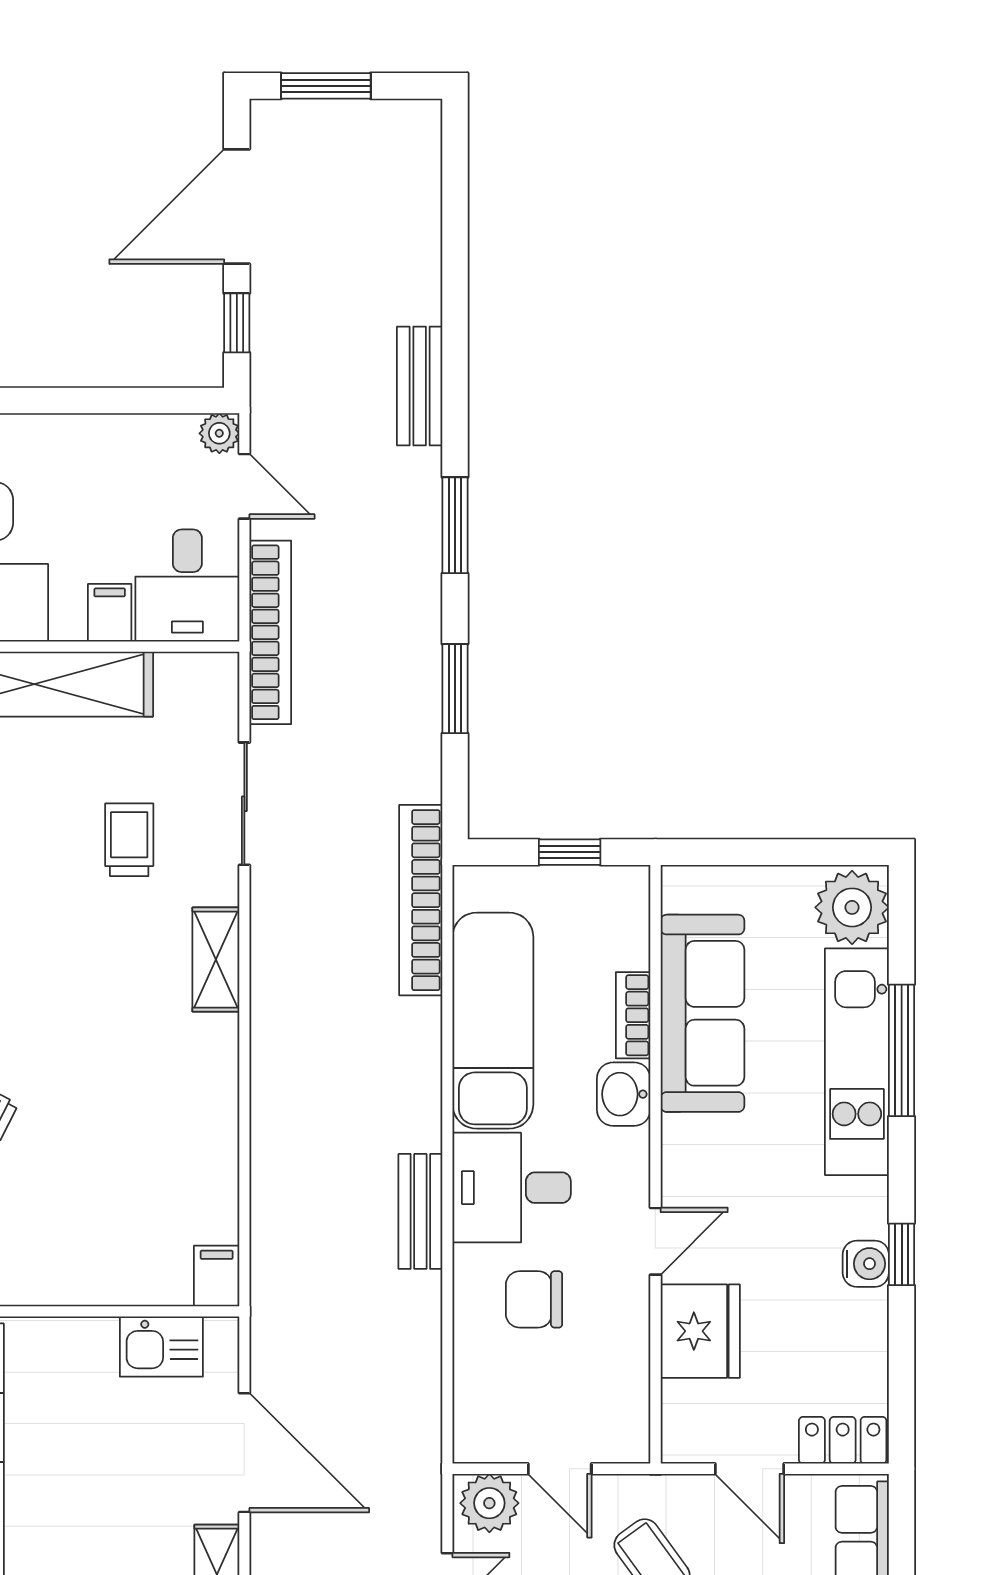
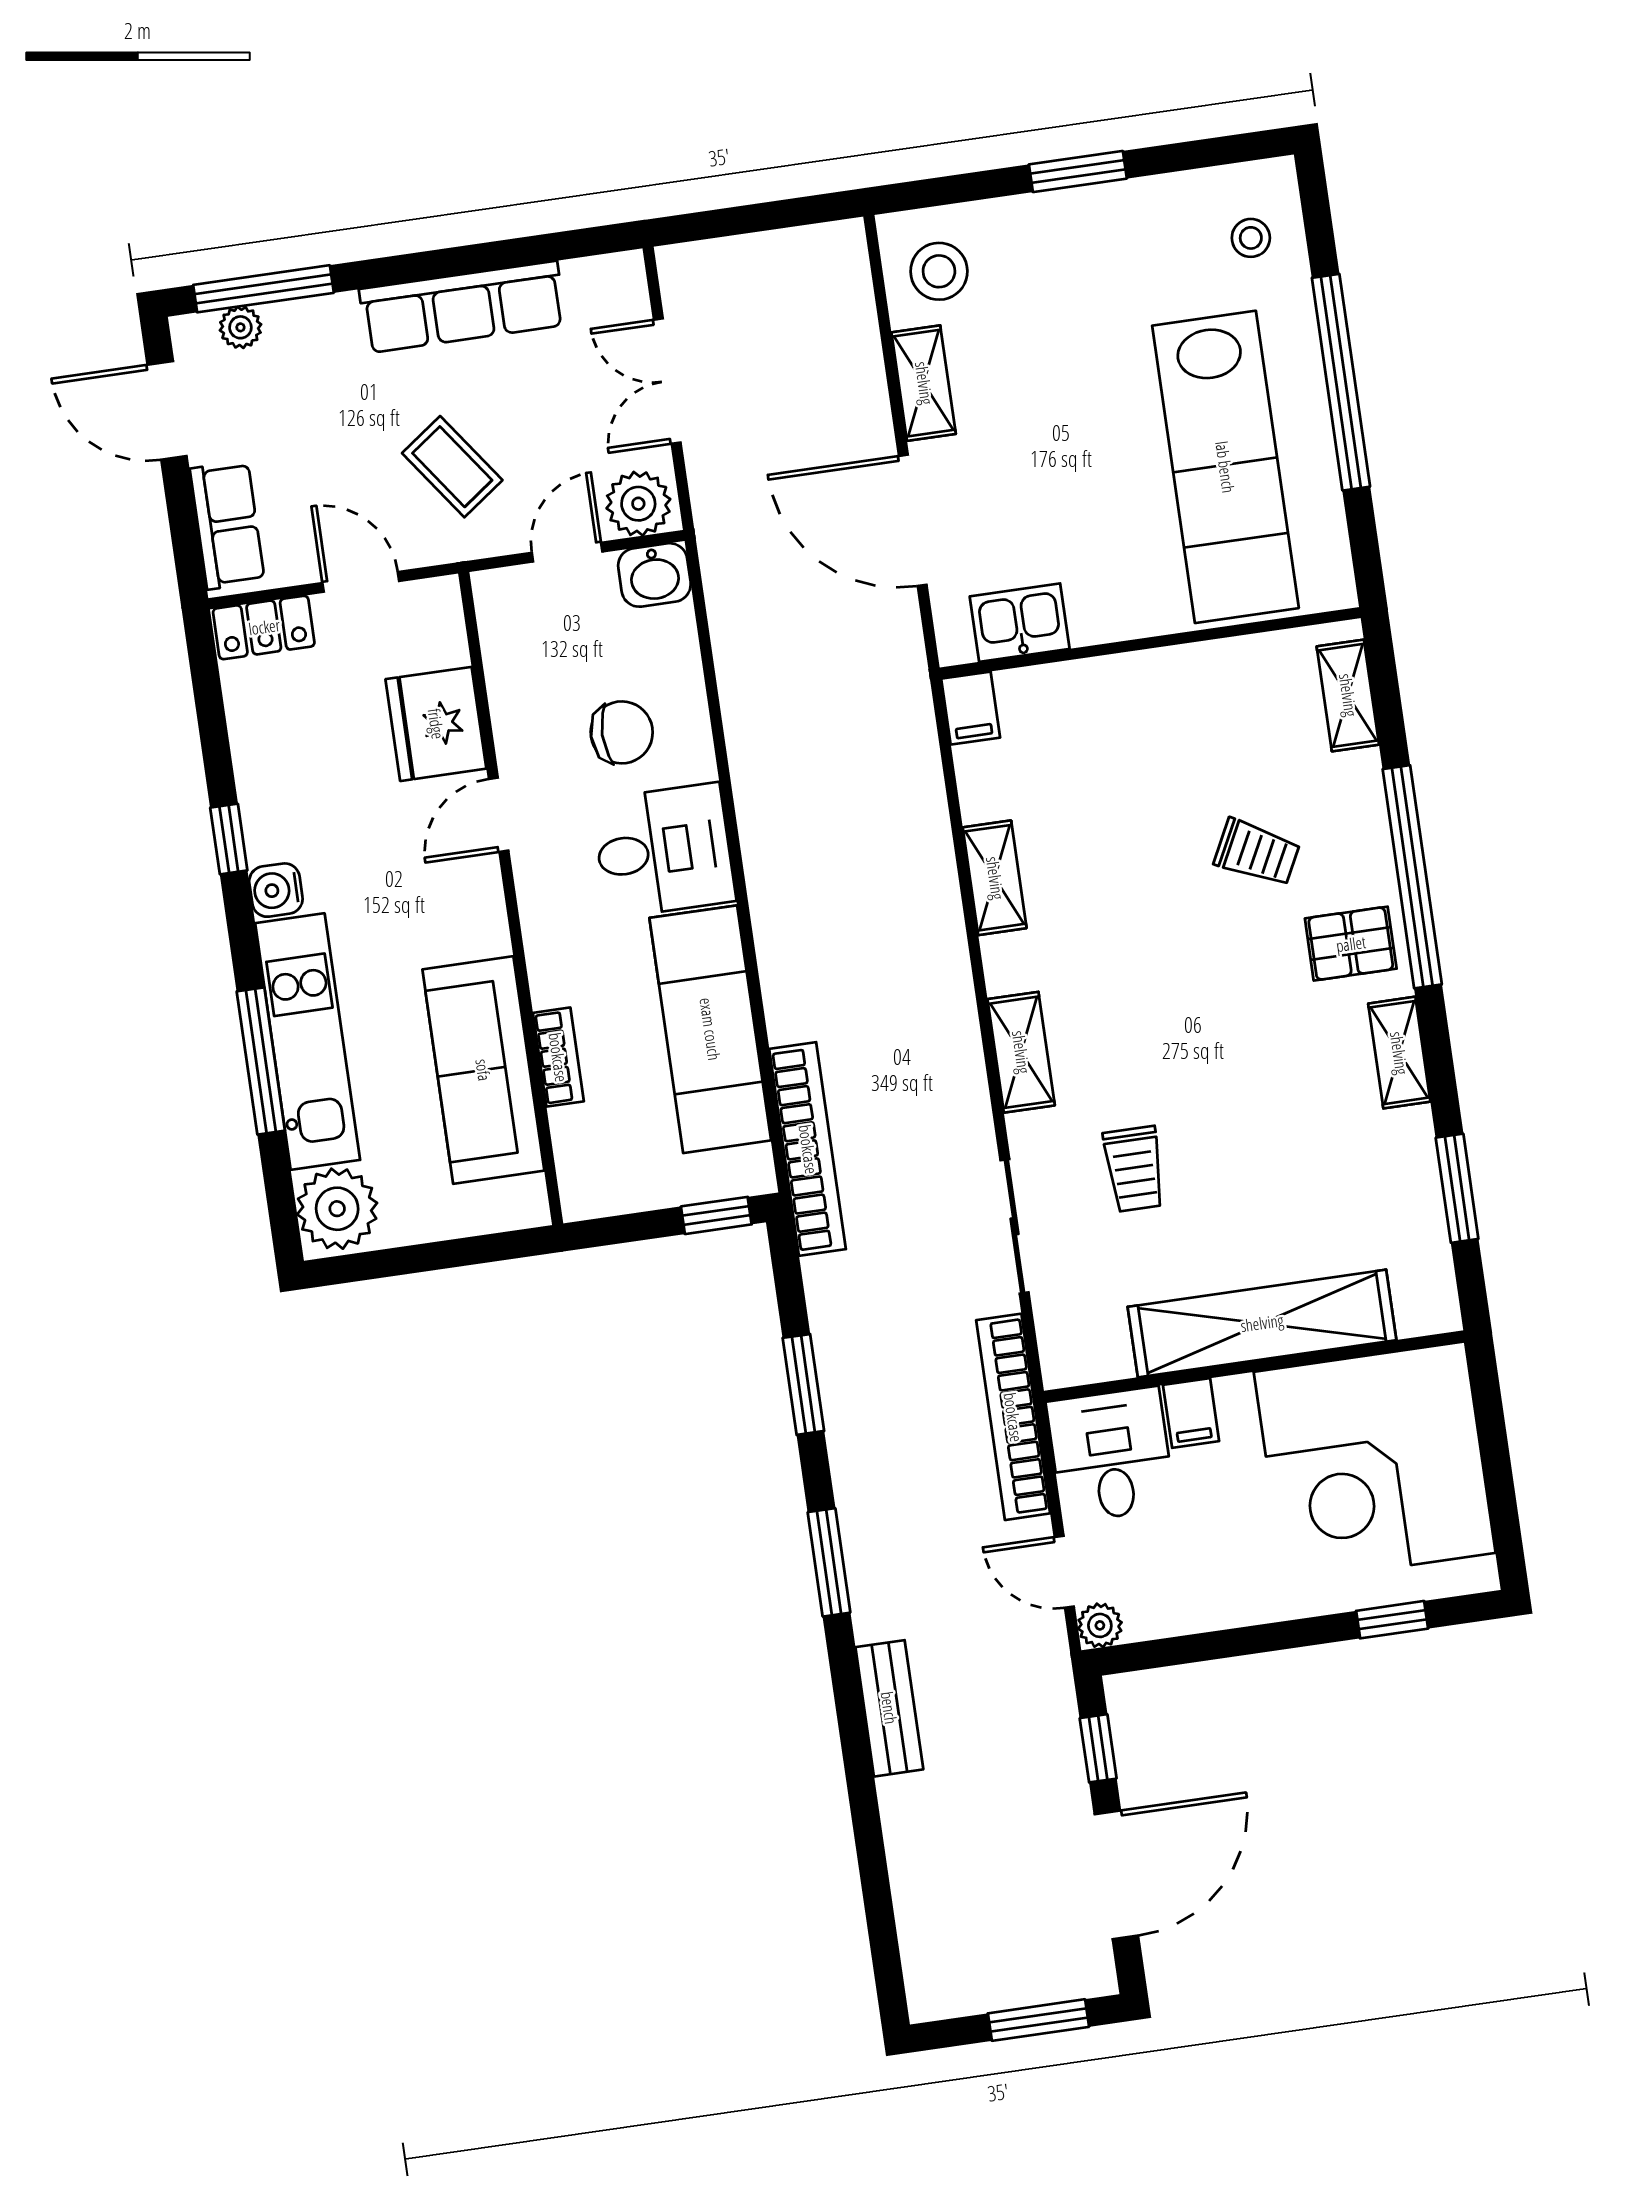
window: (570, 852) -> (716, 1215), moved
washbasin: (624, 1094) -> (654, 575), moved, turned 90
shelving: (217, 1120) -> (995, 878), added
bench: (420, 1211) -> (759, 810), removed
water cooler: (866, 1264) -> (276, 890), moved
door: (560, 1469) -> (567, 552), hinge flipped

